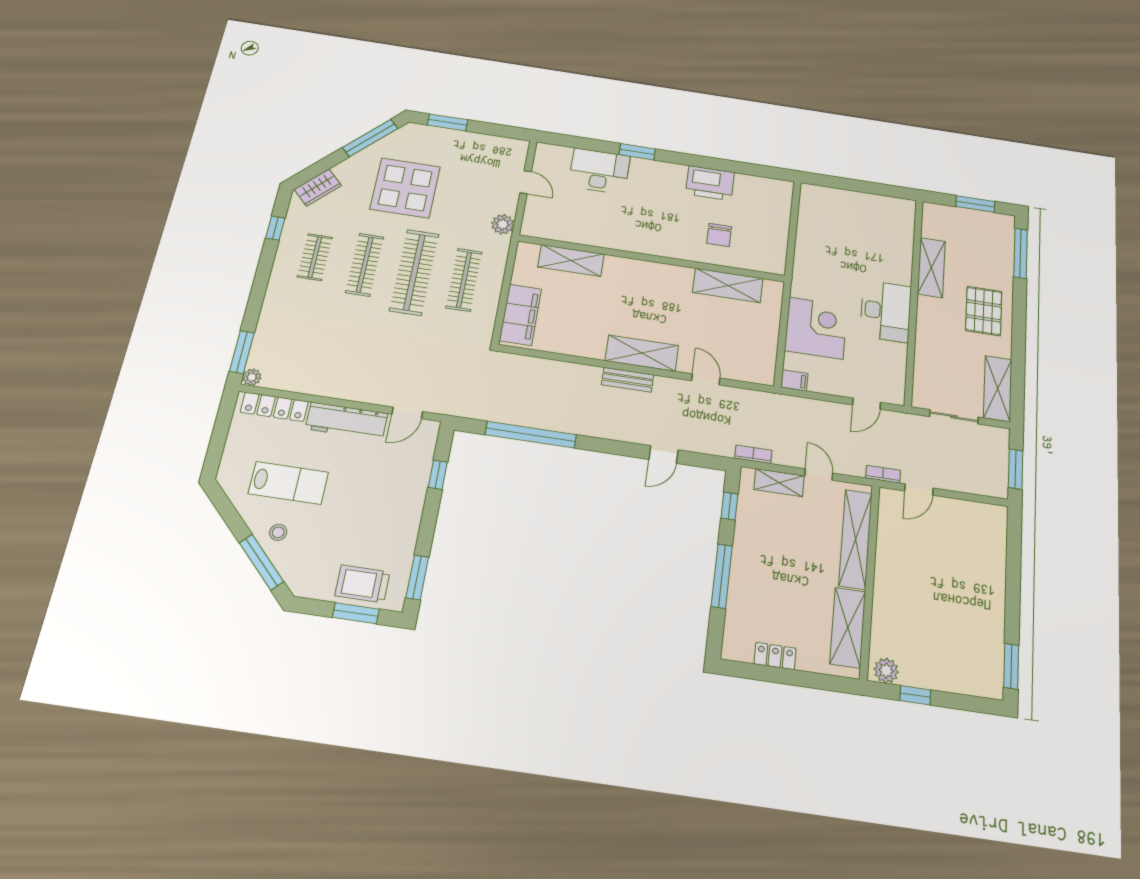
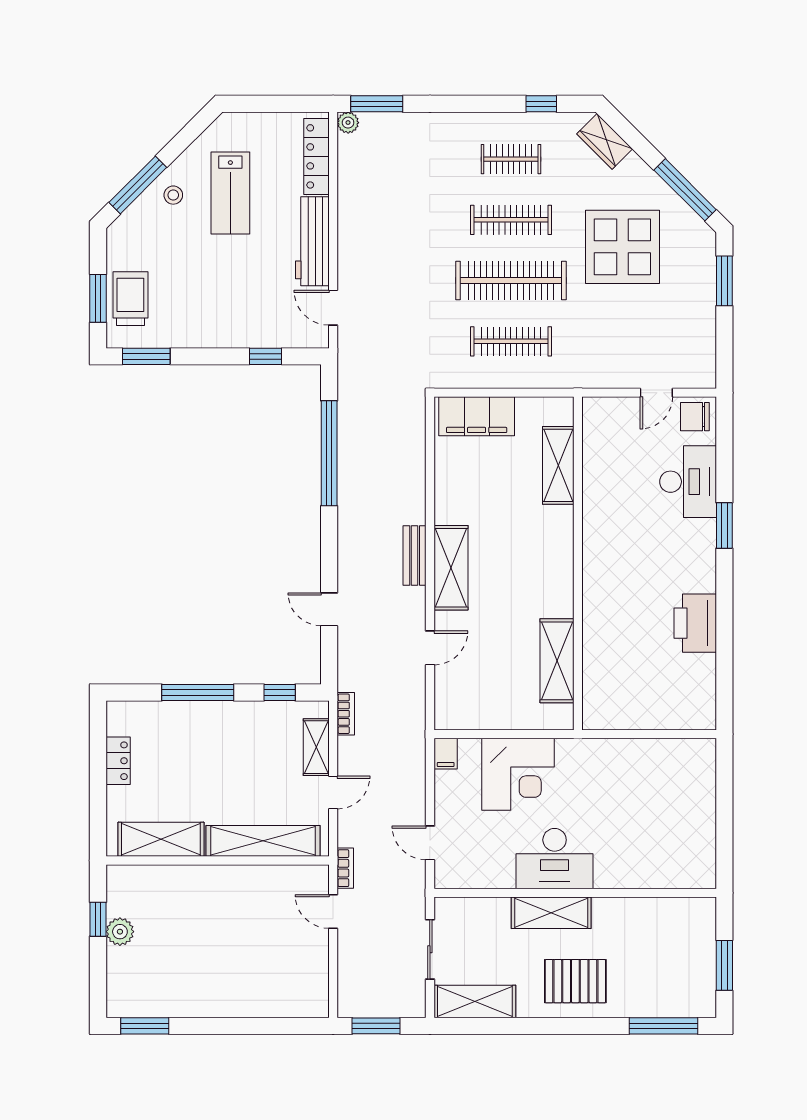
plant: (503, 224) -> (593, 375), removed
chair: (719, 235) -> (695, 417), moved
shelving: (931, 268) -> (551, 913), moved
plant: (886, 671) -> (120, 932), moved

